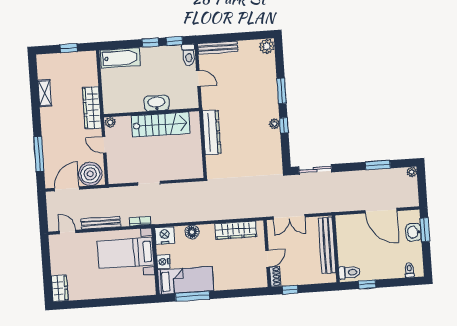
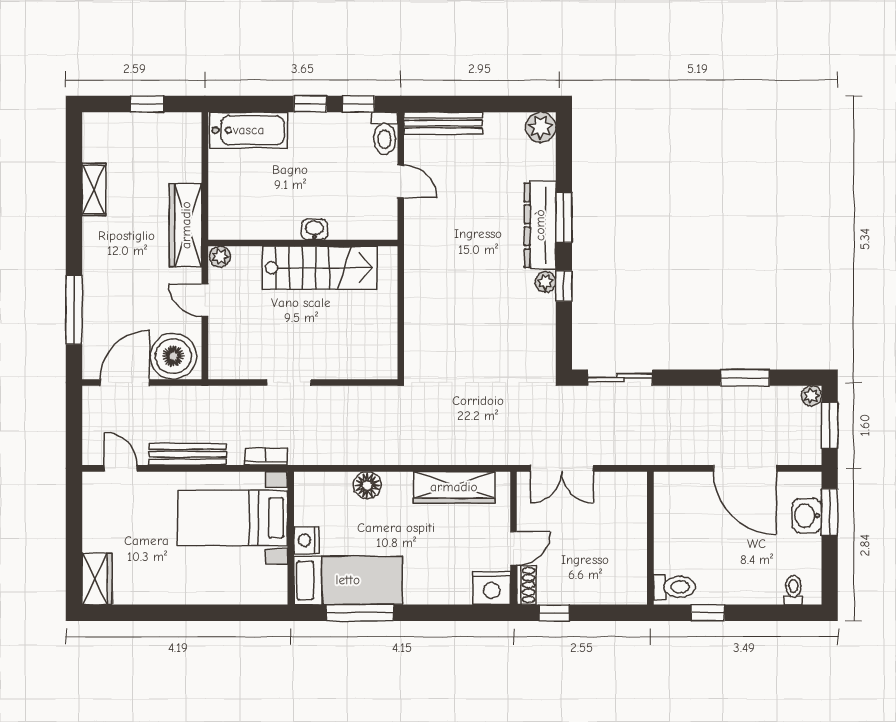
washbasin: (157, 103) -> (314, 229), width x0.52, depth x0.69
dresser: (212, 132) -> (540, 225), moved, turned 180
window: (422, 186) -> (830, 425), added
nightstand: (165, 235) -> (492, 588), moved, turned 180
bench: (327, 245) -> (633, 530), removed

